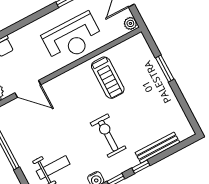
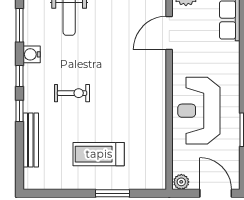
treadmill: (108, 78) -> (99, 154), moved
exercise bike: (108, 136) -> (72, 93), width x0.73, depth x0.72

